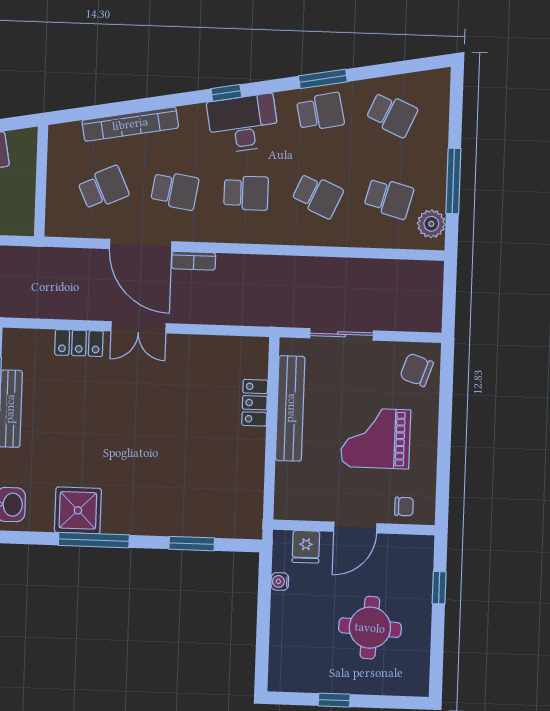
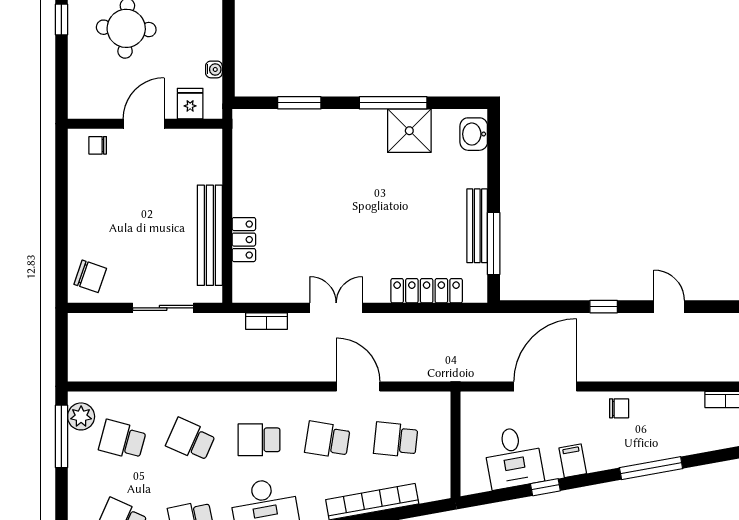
window: (453, 181) -> (61, 436), moved
school desk: (103, 188) -> (396, 440), turned 30
door: (141, 245) -> (358, 386), width x0.73
bookcase: (194, 261) -> (266, 321), moved, turned 180
double door: (138, 327) -> (336, 308), moved
locker: (79, 343) -> (427, 291), width x1.53
grand piano: (376, 438) -> (127, 210), removed
window: (439, 588) -> (61, 19), moved

